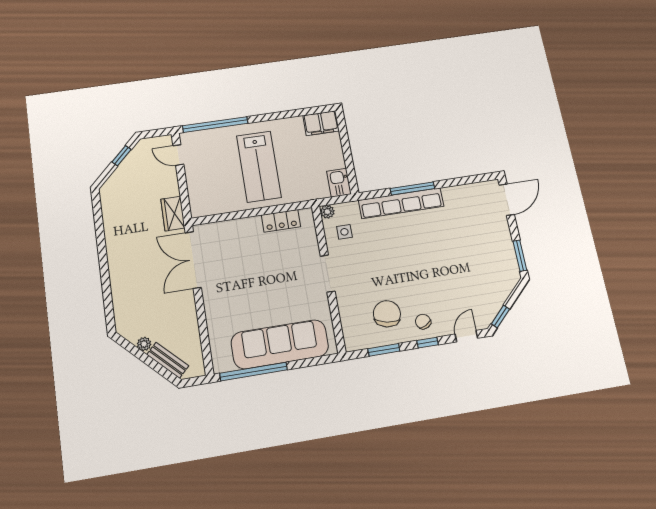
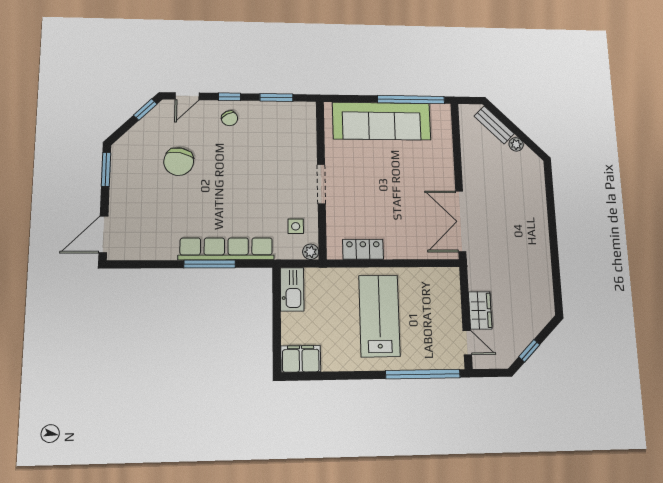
kitchen sink: (339, 183) -> (292, 289), width x1.38
wardrobe: (173, 214) -> (480, 310), moved
double door: (193, 260) -> (461, 221), swing flipped
chair: (387, 314) -> (179, 162), moved

